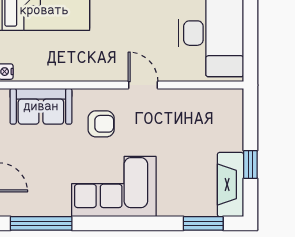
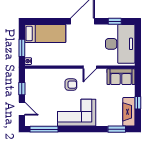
door: (143, 85) -> (90, 67), swing flipped
sofa: (41, 106) -> (121, 77), moved

